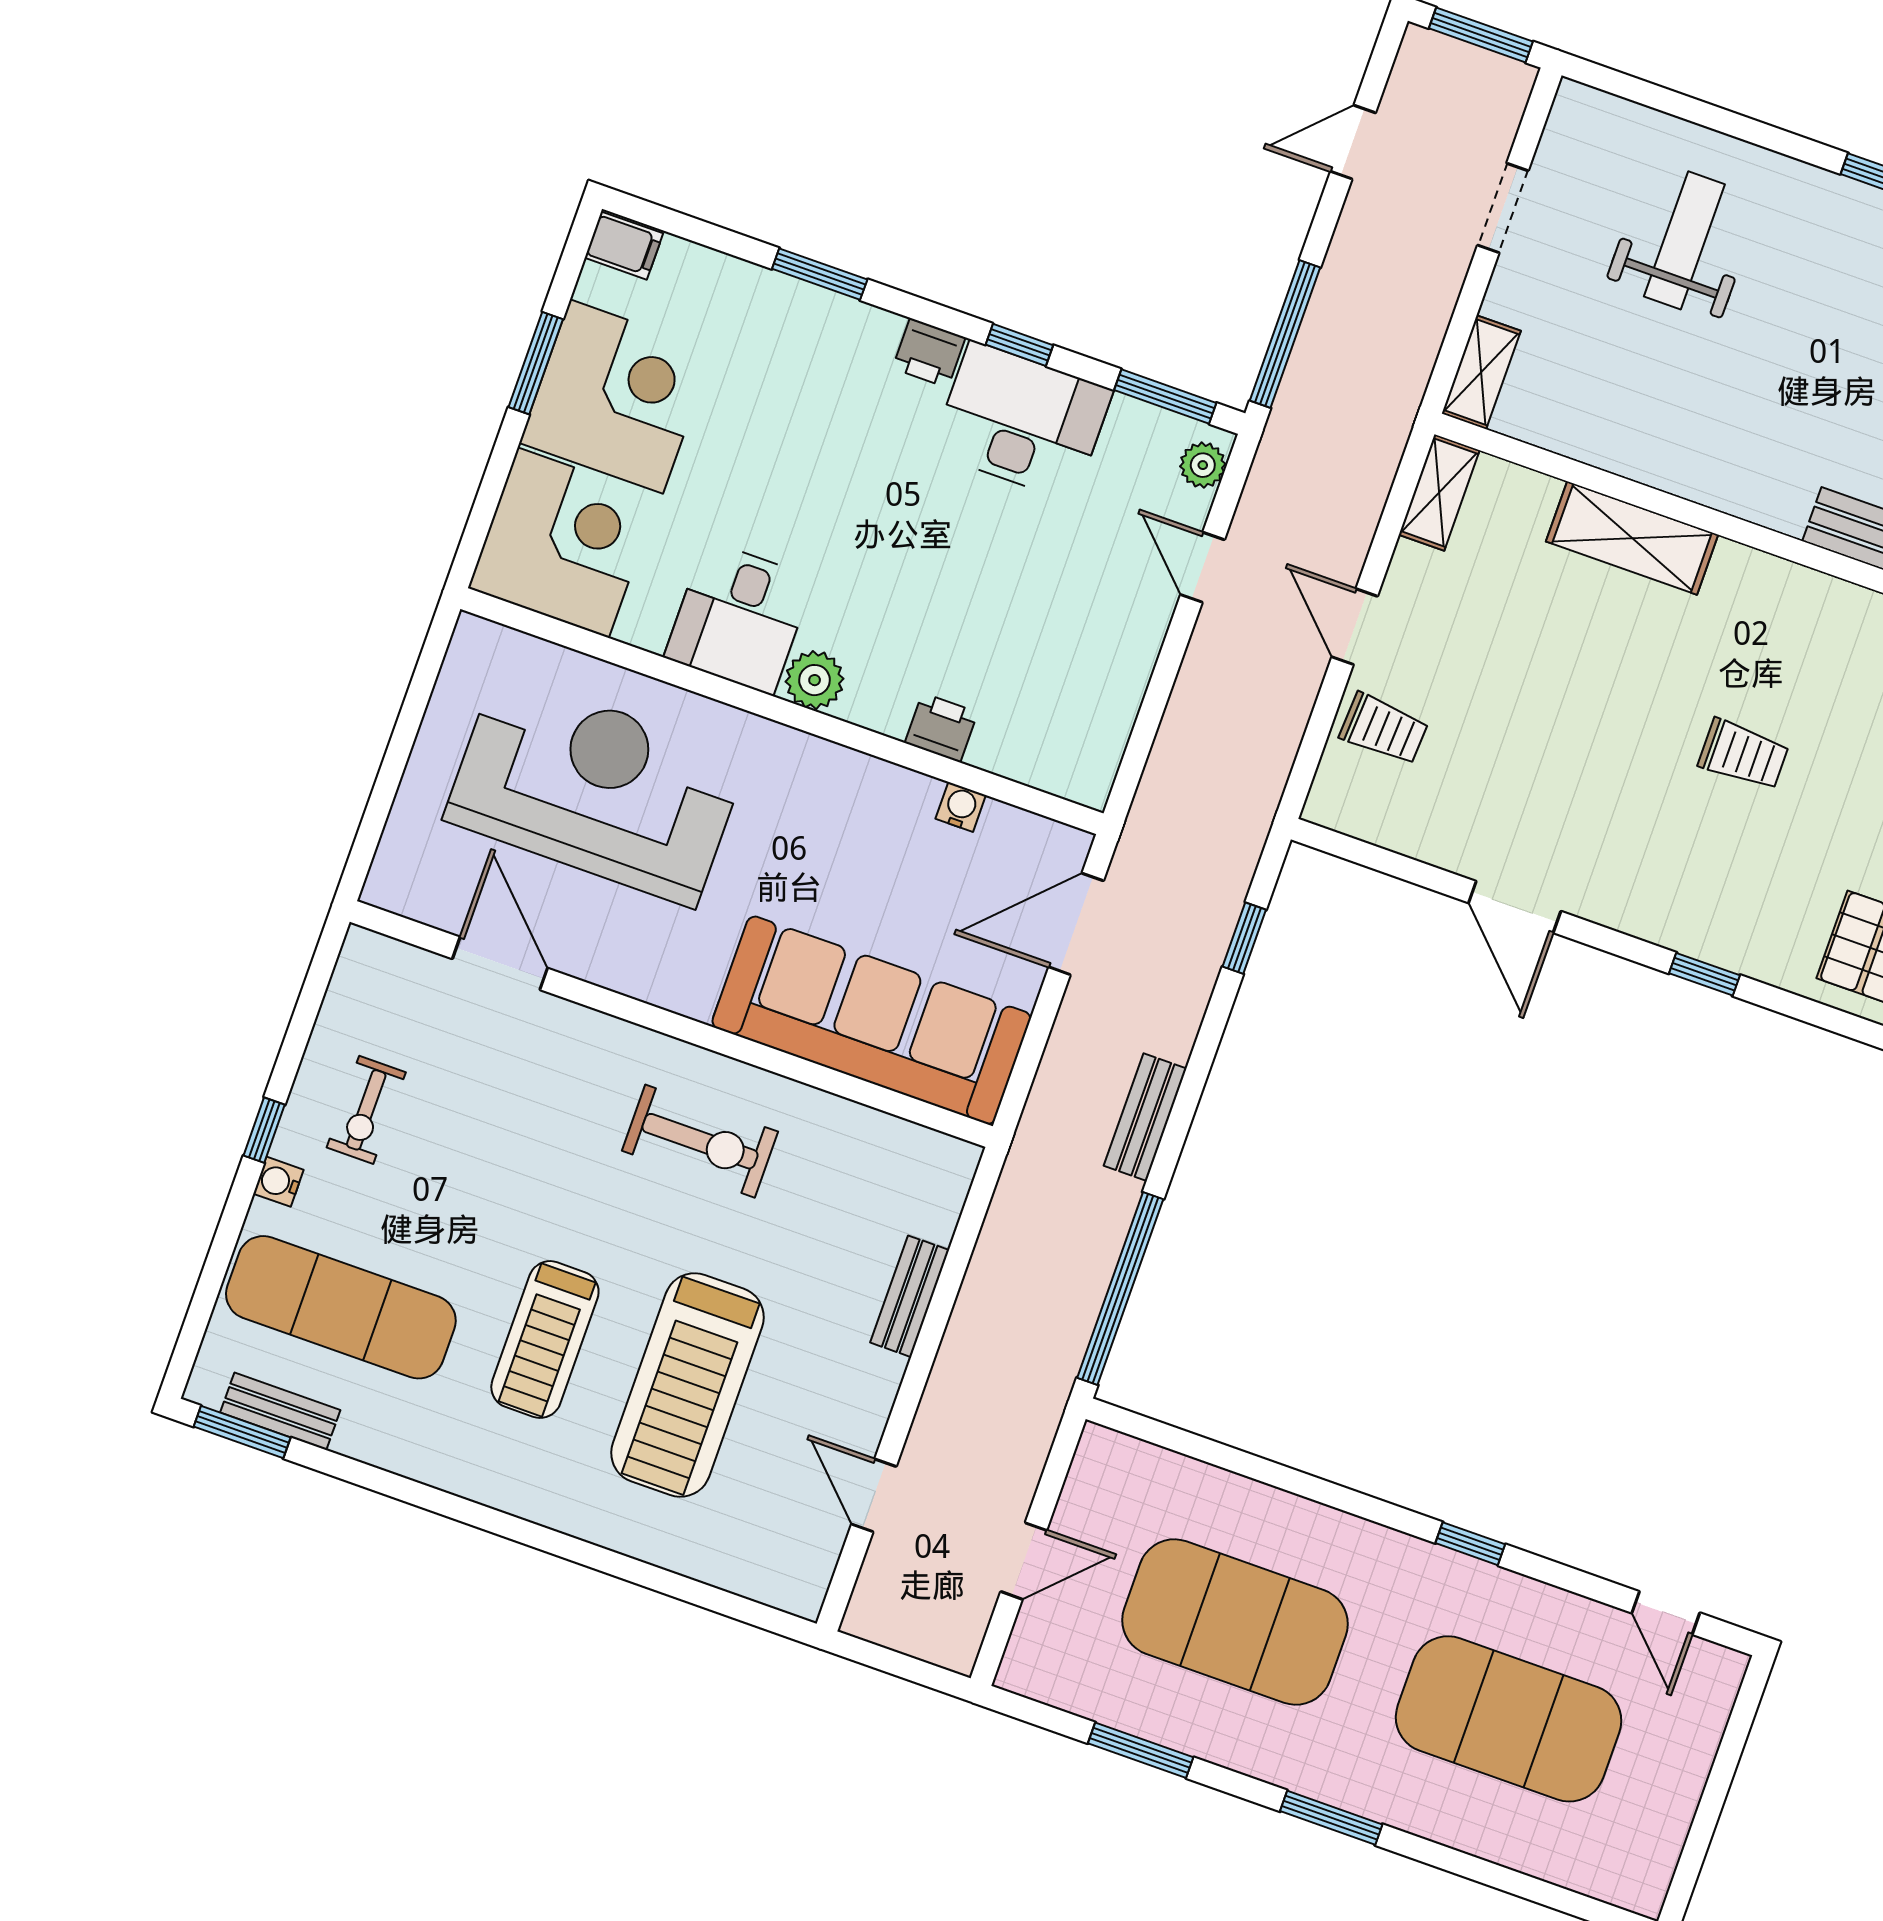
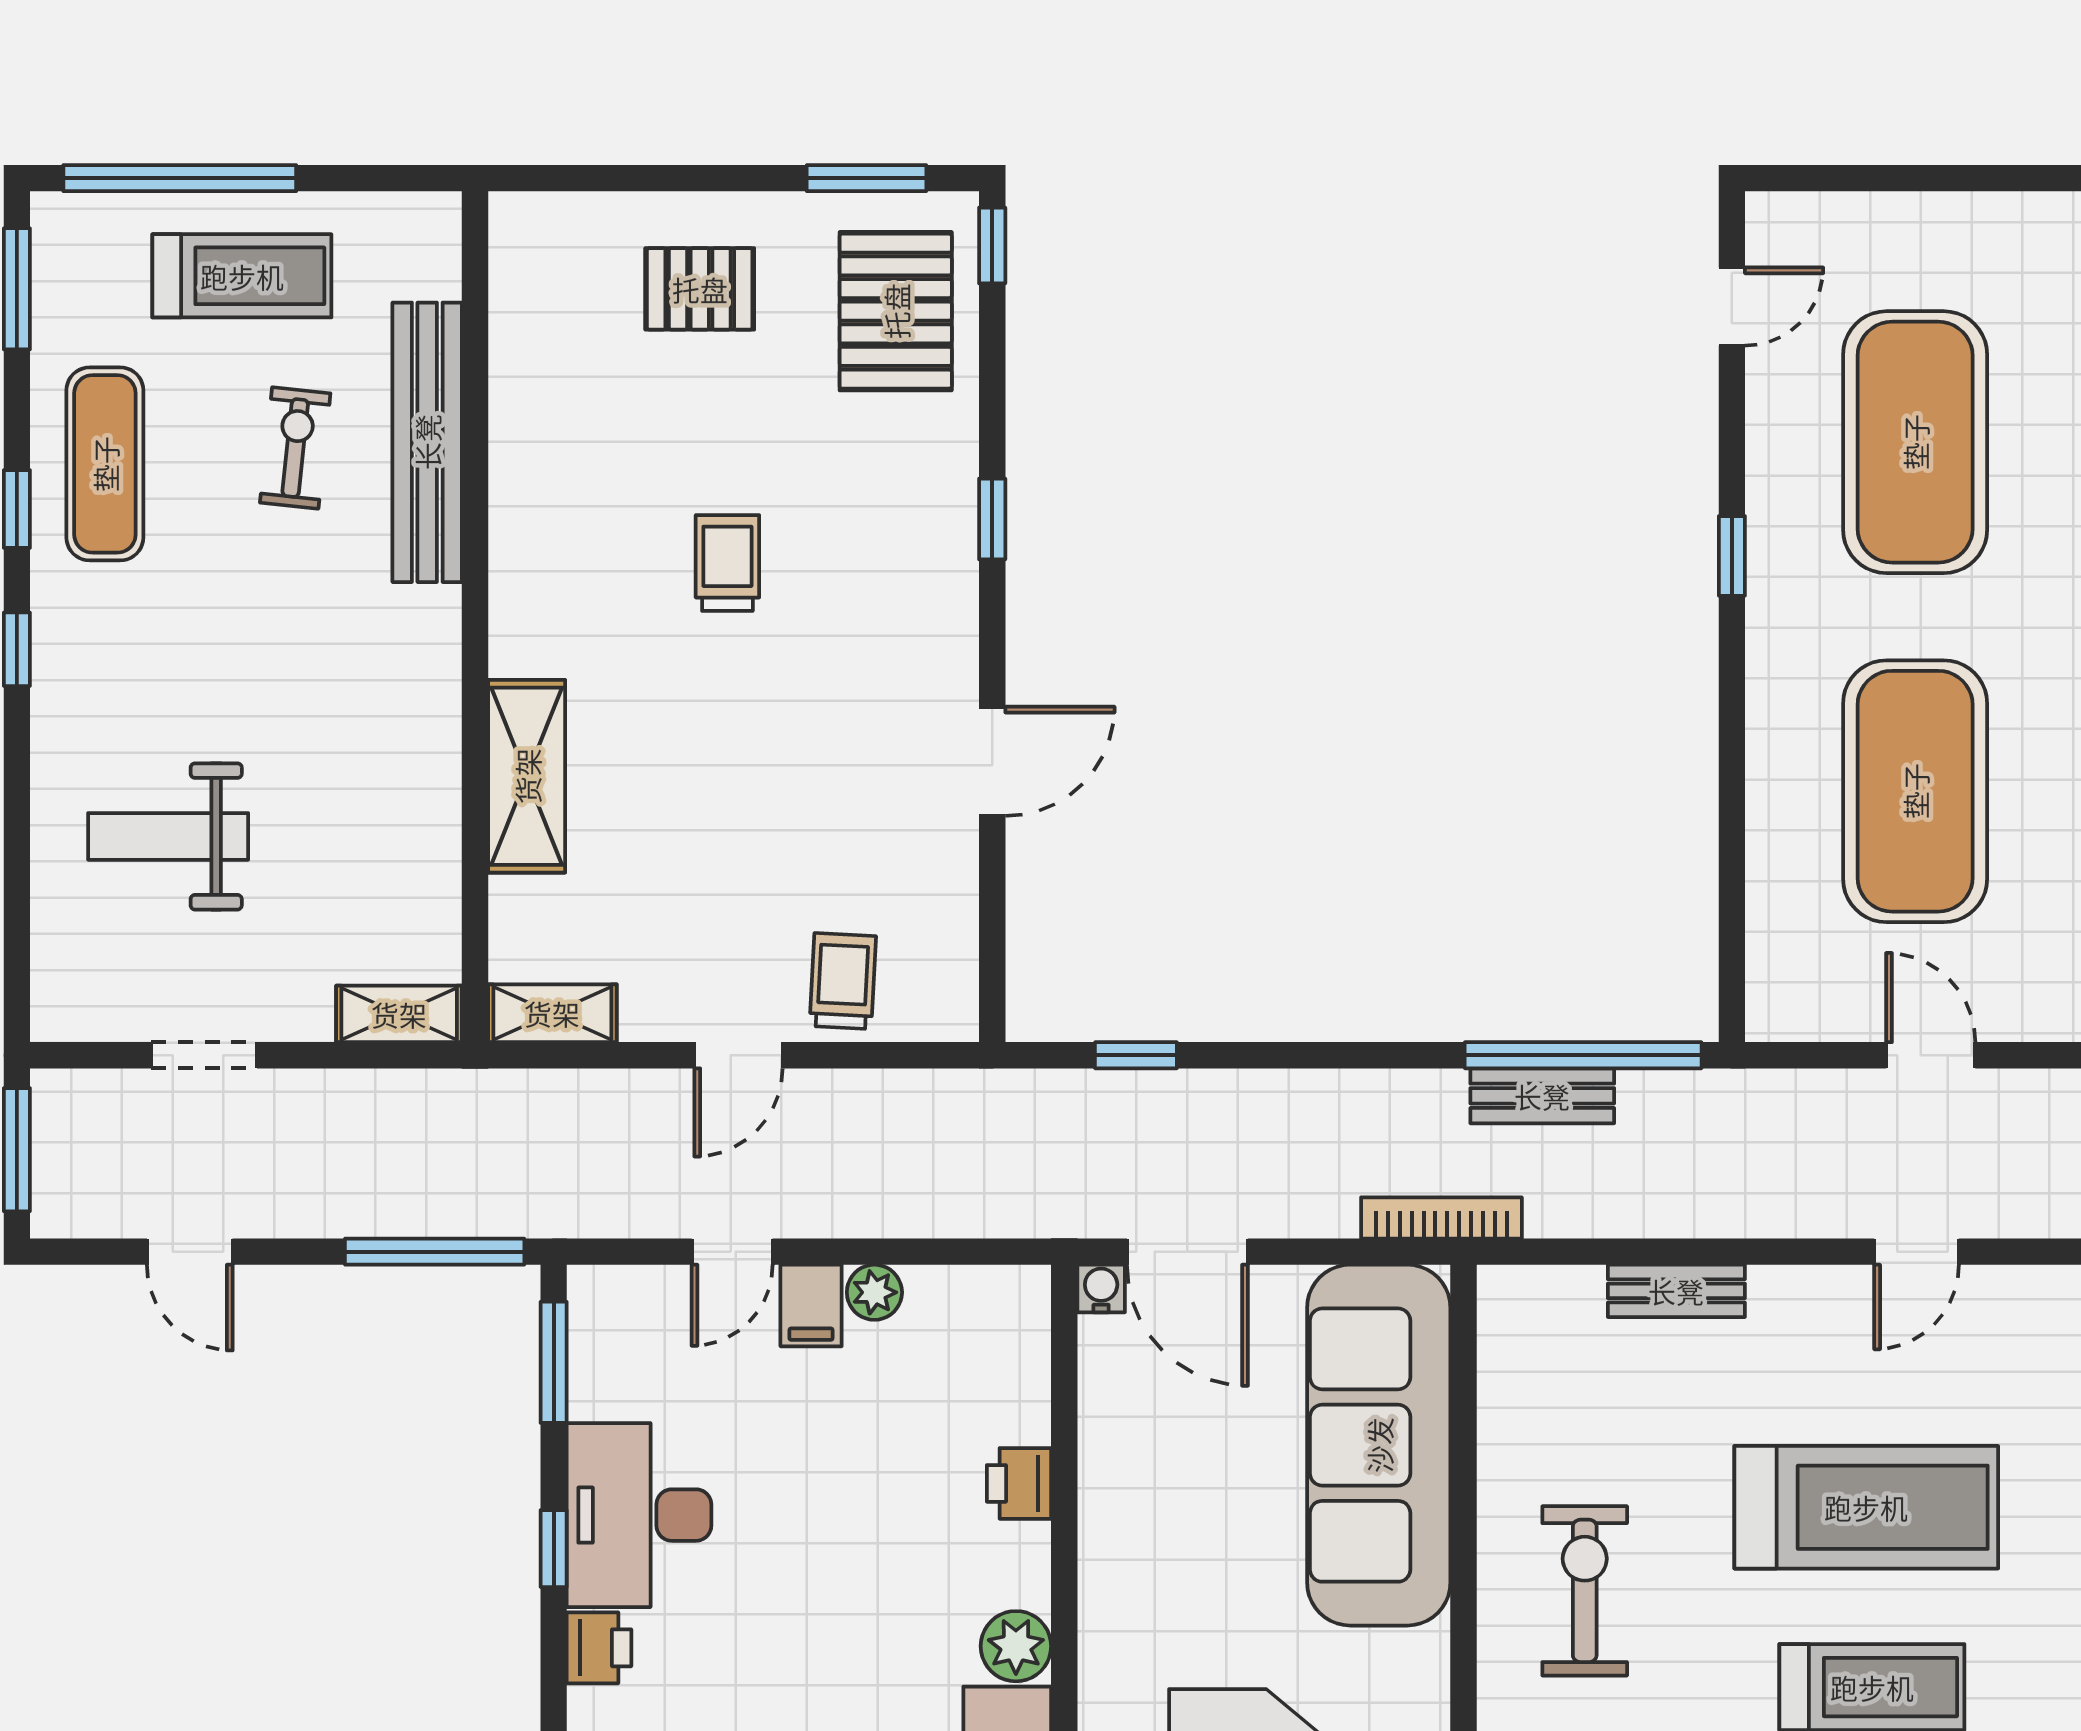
plant: (1203, 465) -> (874, 1292), moved
filing cabinet: (1138, 614) -> (811, 1306), added
water cooler: (961, 807) -> (1101, 1289), moved, turned 90
bench: (1145, 1117) -> (1542, 1096), moved
bookcase: (1032, 1132) -> (1441, 1218), added

